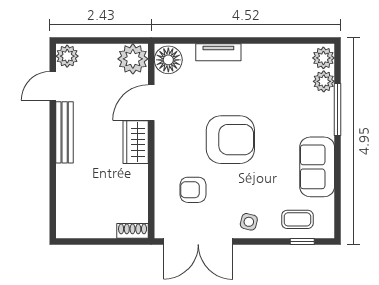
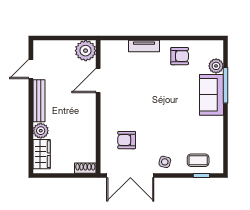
plant: (67, 56) -> (41, 131), moved
plant: (323, 58) -> (216, 50), removed
floor lamp: (168, 60) -> (110, 51), removed
armchair: (230, 140) -> (180, 56), moved, width x0.53, depth x0.53
wardrobe: (136, 142) -> (42, 154), moved, turned 180
sofa: (317, 167) -> (212, 95), moved

